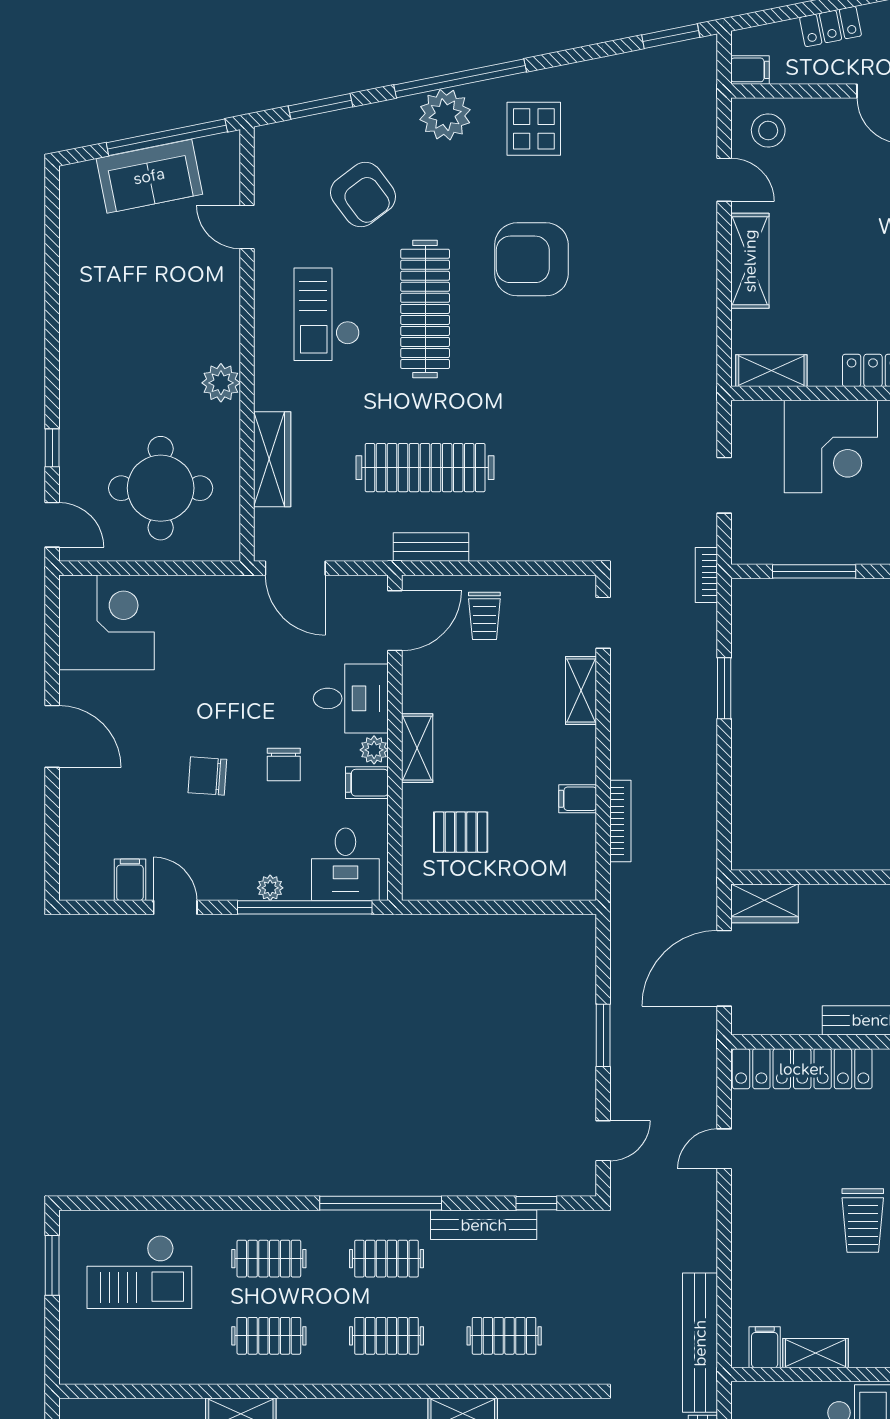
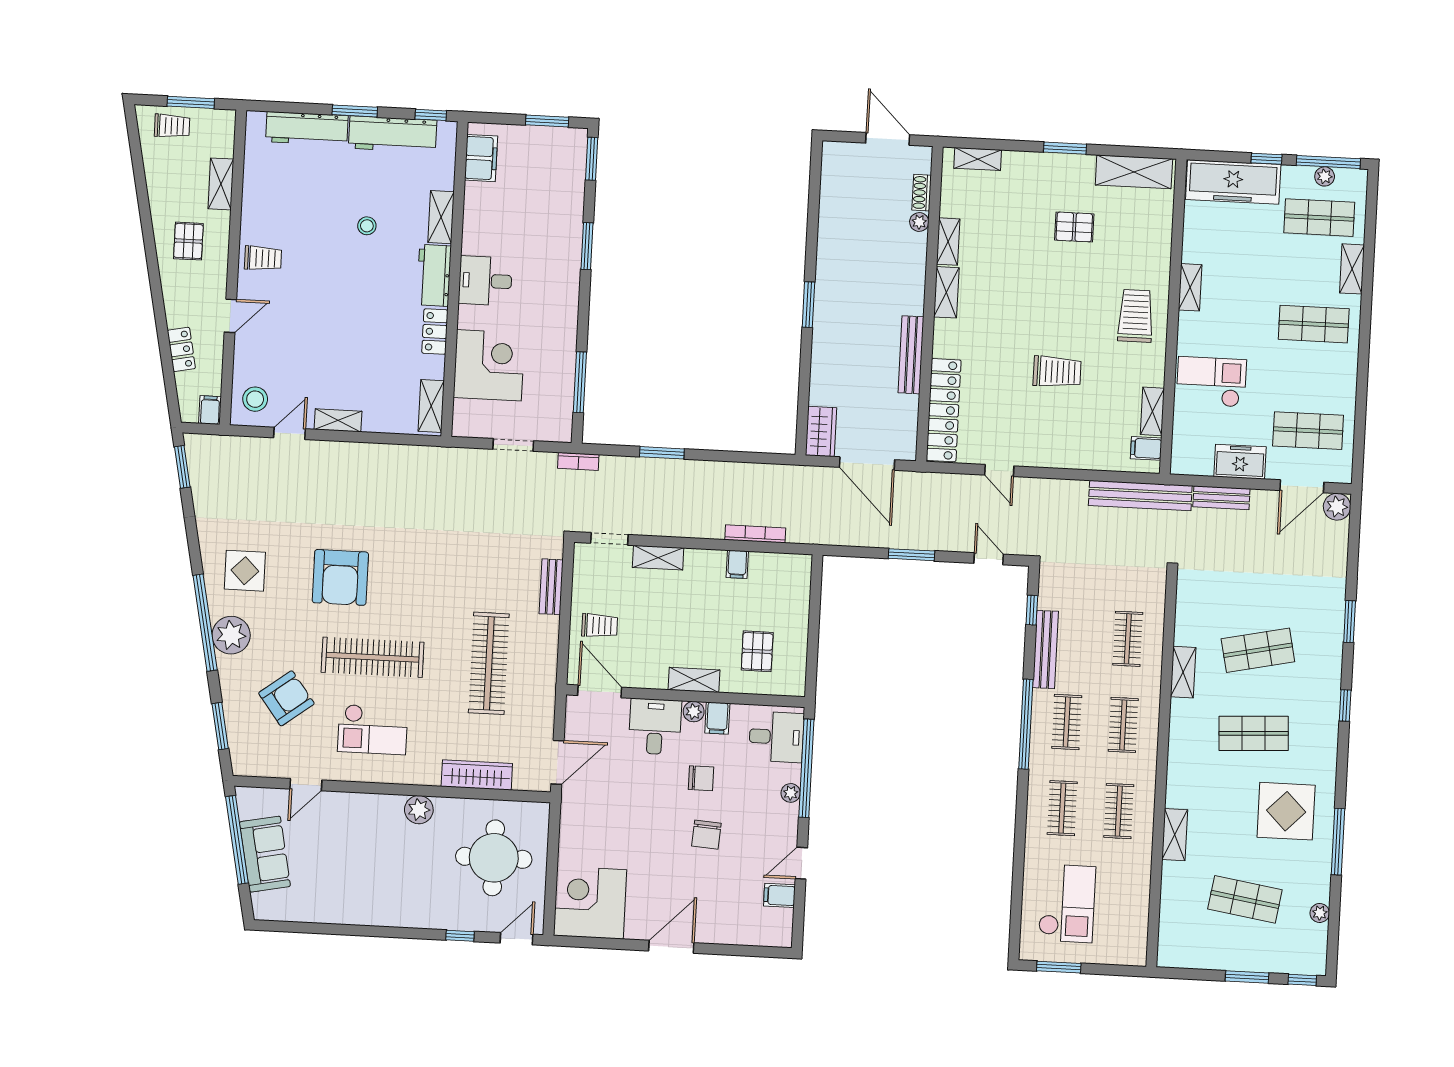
shelving: (750, 261) -> (338, 420), width x0.67, depth x0.75
bench: (431, 547) -> (551, 587), moved

